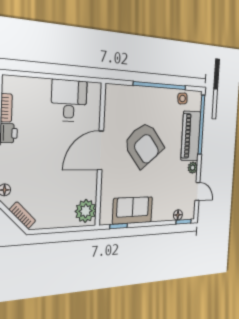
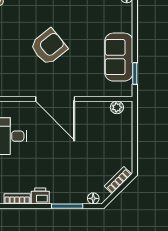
armchair: (144, 145) -> (49, 47), width x0.73, depth x0.73
plant: (86, 211) -> (117, 107), width x0.53, depth x0.53

